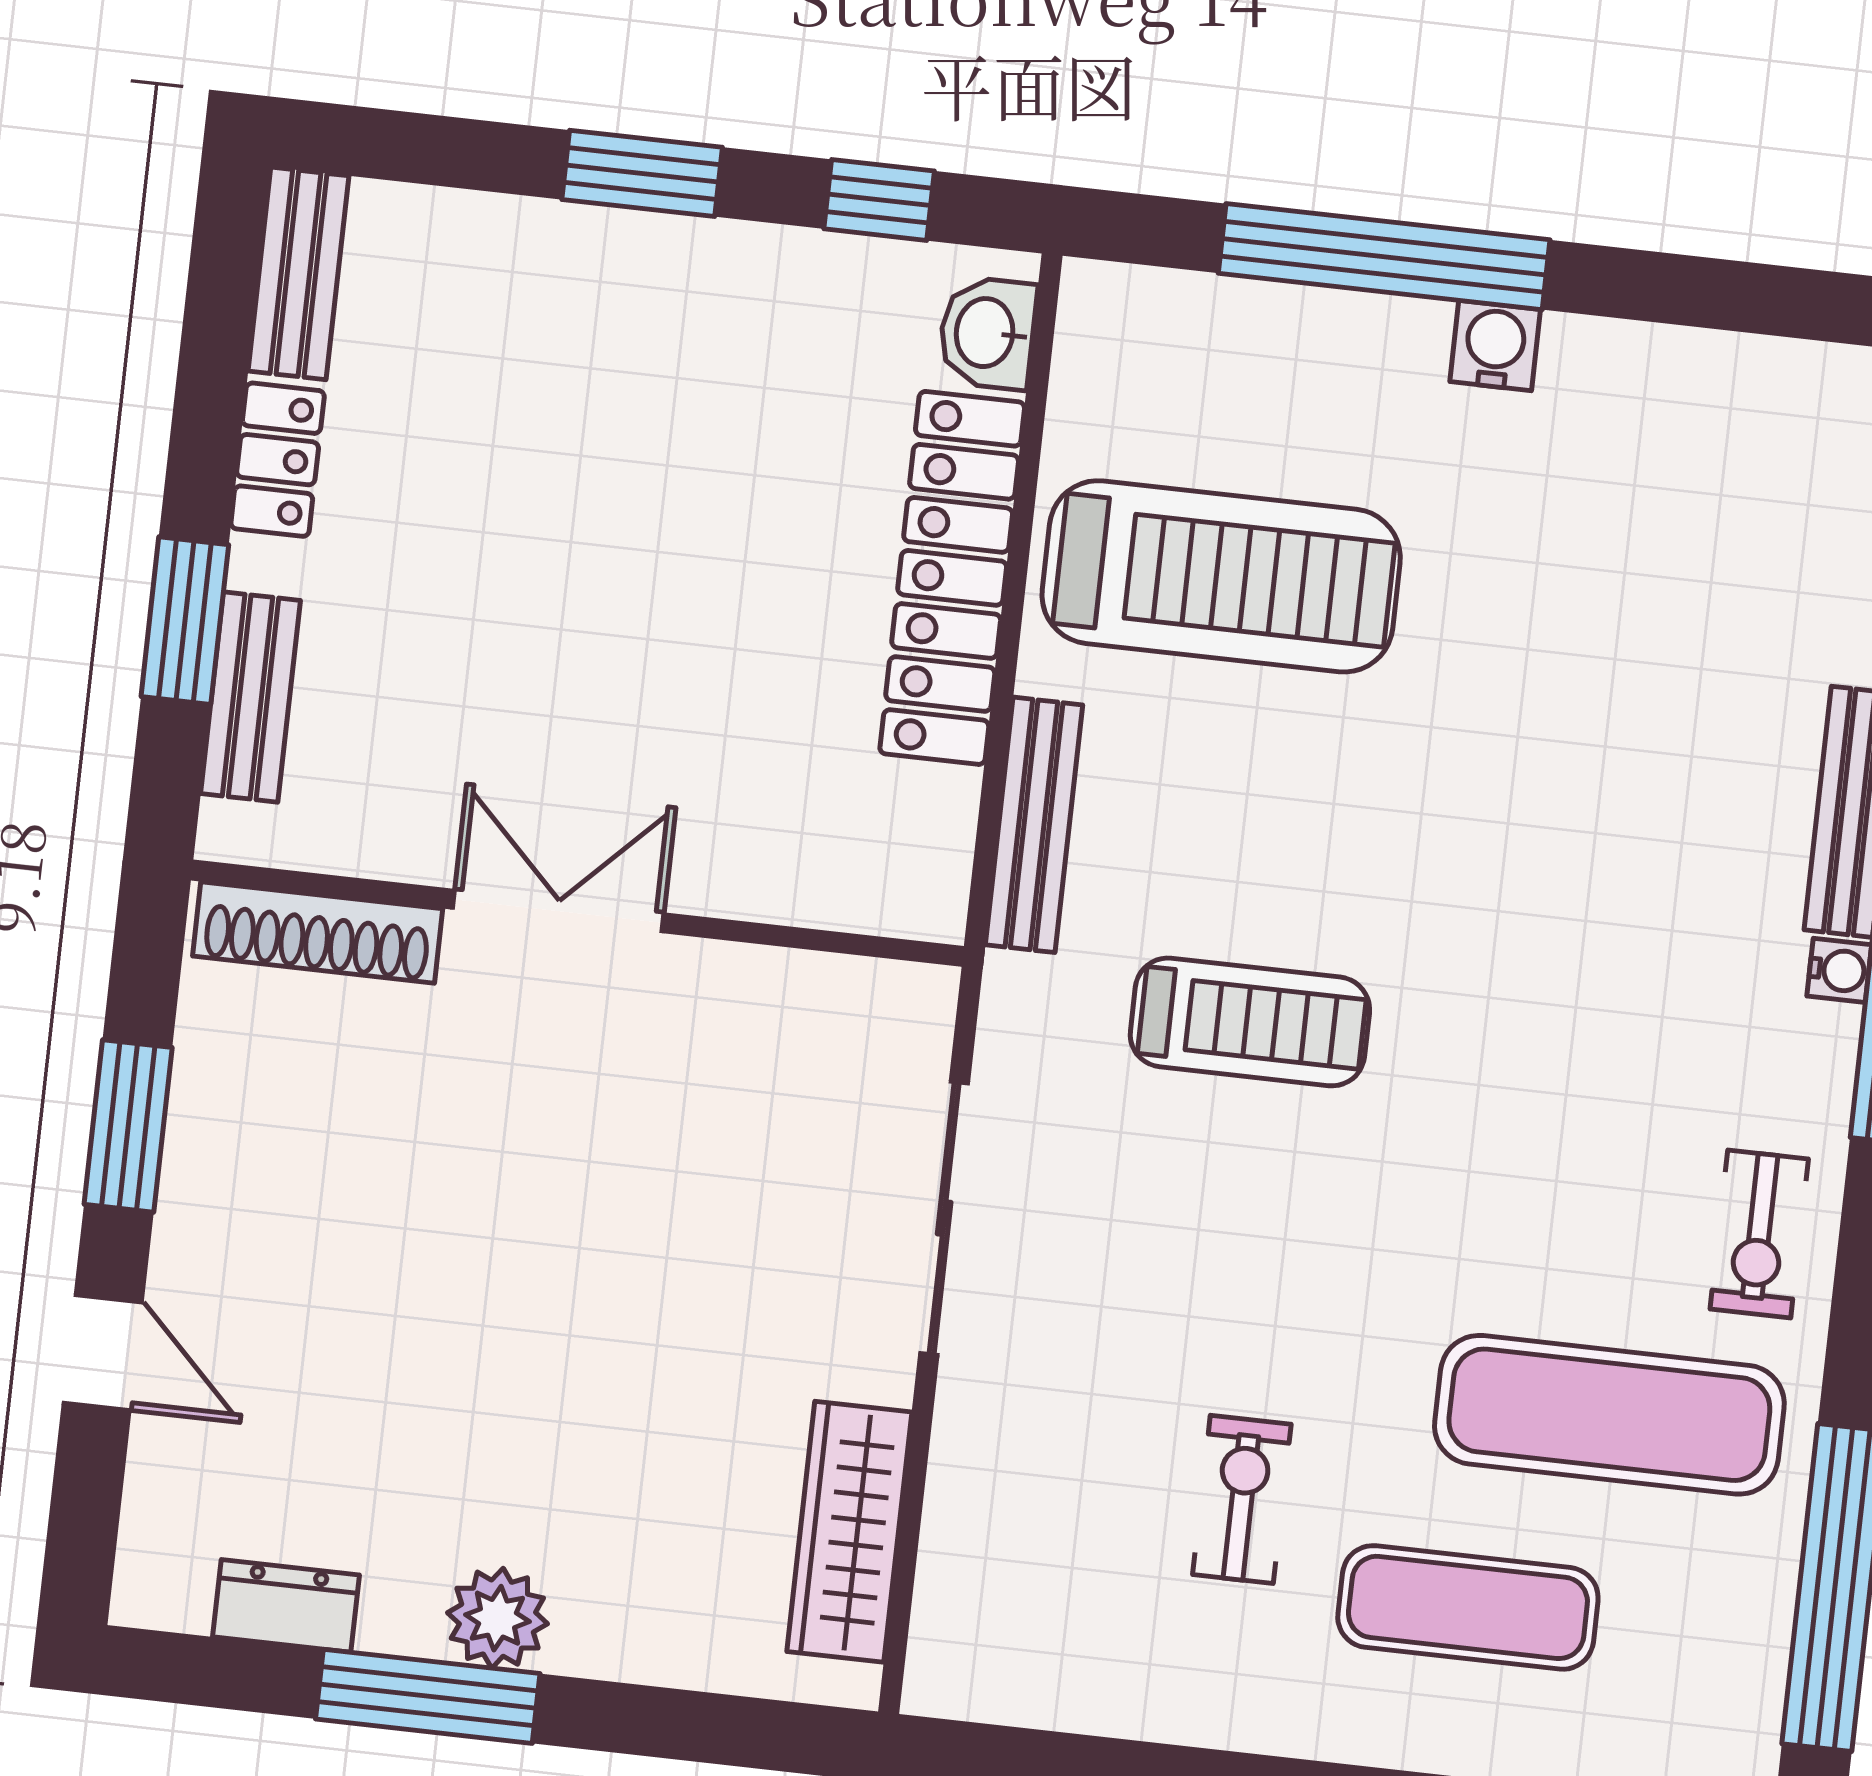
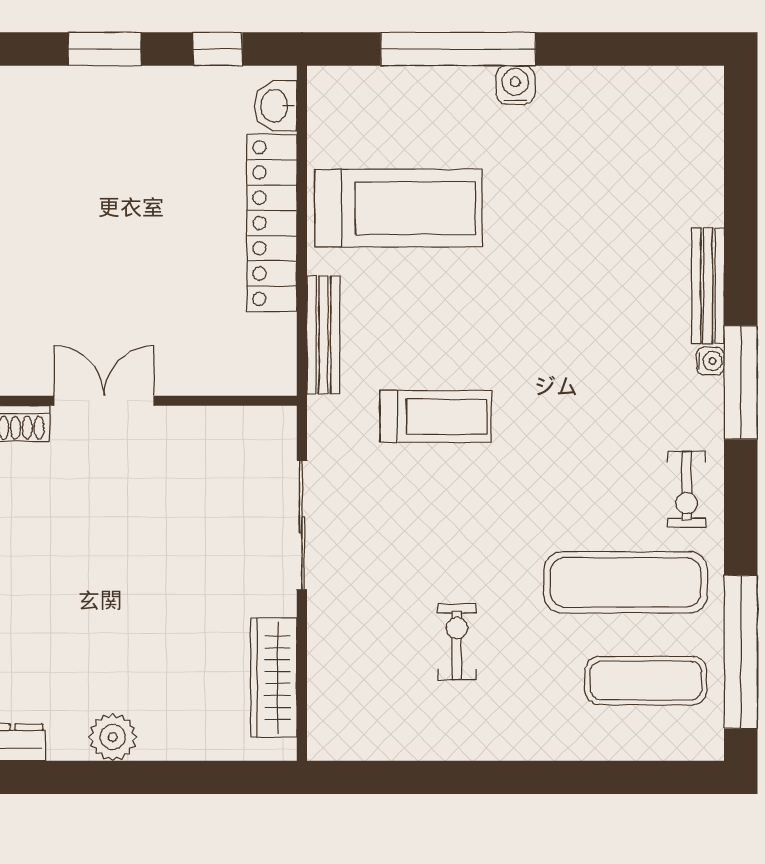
exercise mat: (1468, 1607) -> (646, 681), moved
window: (428, 1696) -> (84, 777), removed

